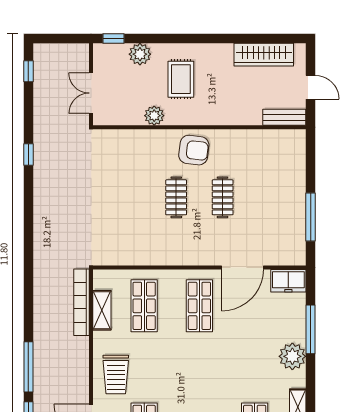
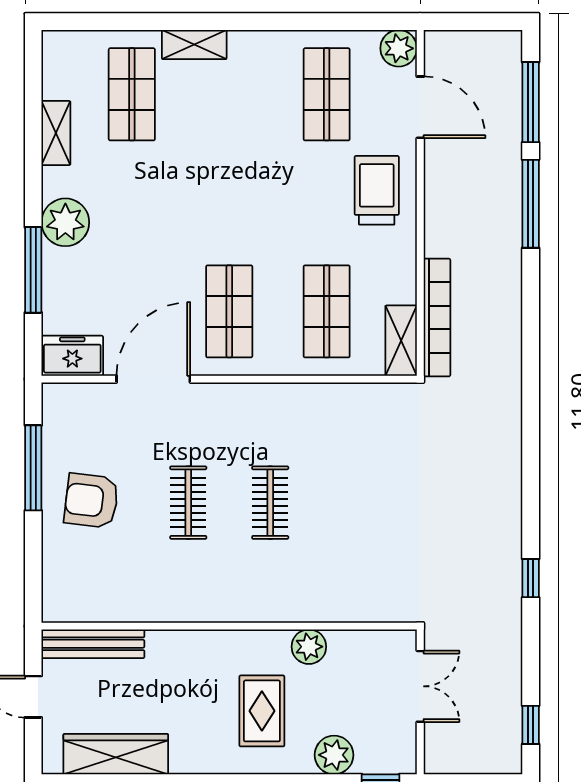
bench: (284, 117) -> (93, 644), width x1.36
armchair: (194, 150) -> (91, 501), moved
shelving: (102, 310) -> (401, 341), moved

